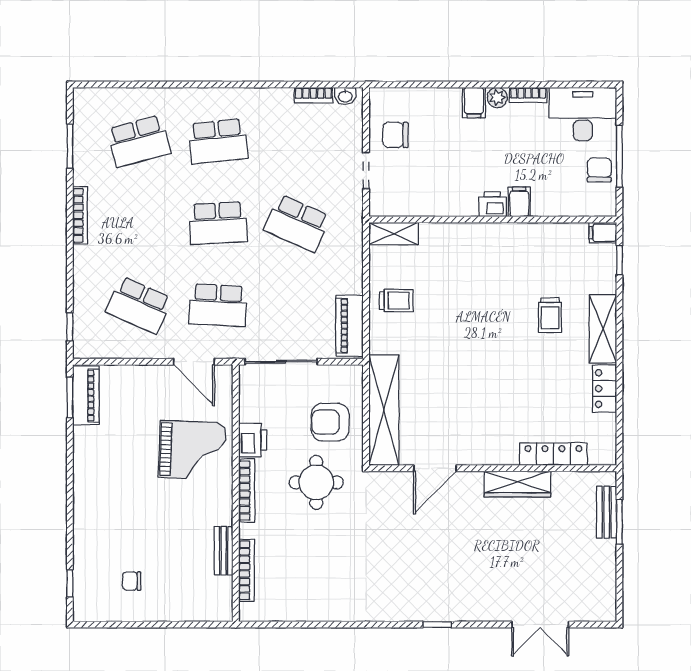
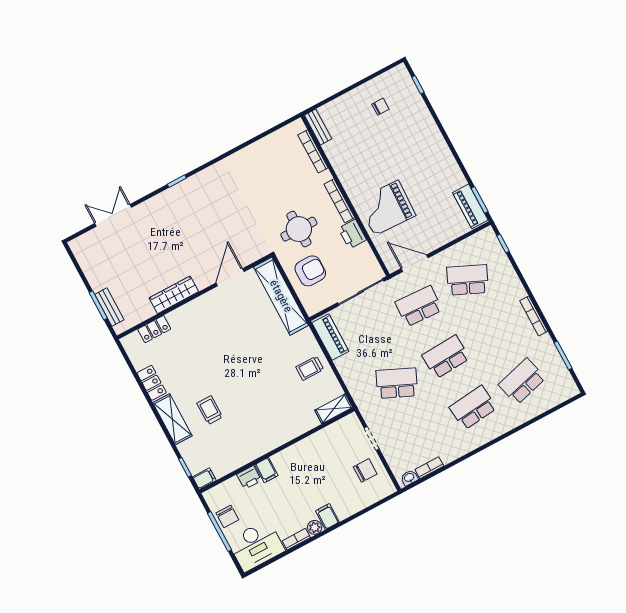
printer: (493, 204) -> (249, 477), moved
locker: (553, 454) -> (154, 329), width x0.66
bench: (224, 551) -> (318, 127), moved

